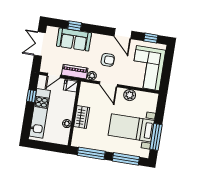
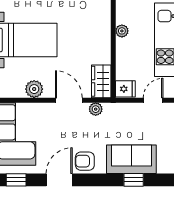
door: (123, 34) -> (59, 180), hinge flipped
armchair: (108, 60) -> (85, 161), moved
piano: (75, 72) -> (123, 111), removed
wardrobe: (82, 117) -> (101, 81), moved

